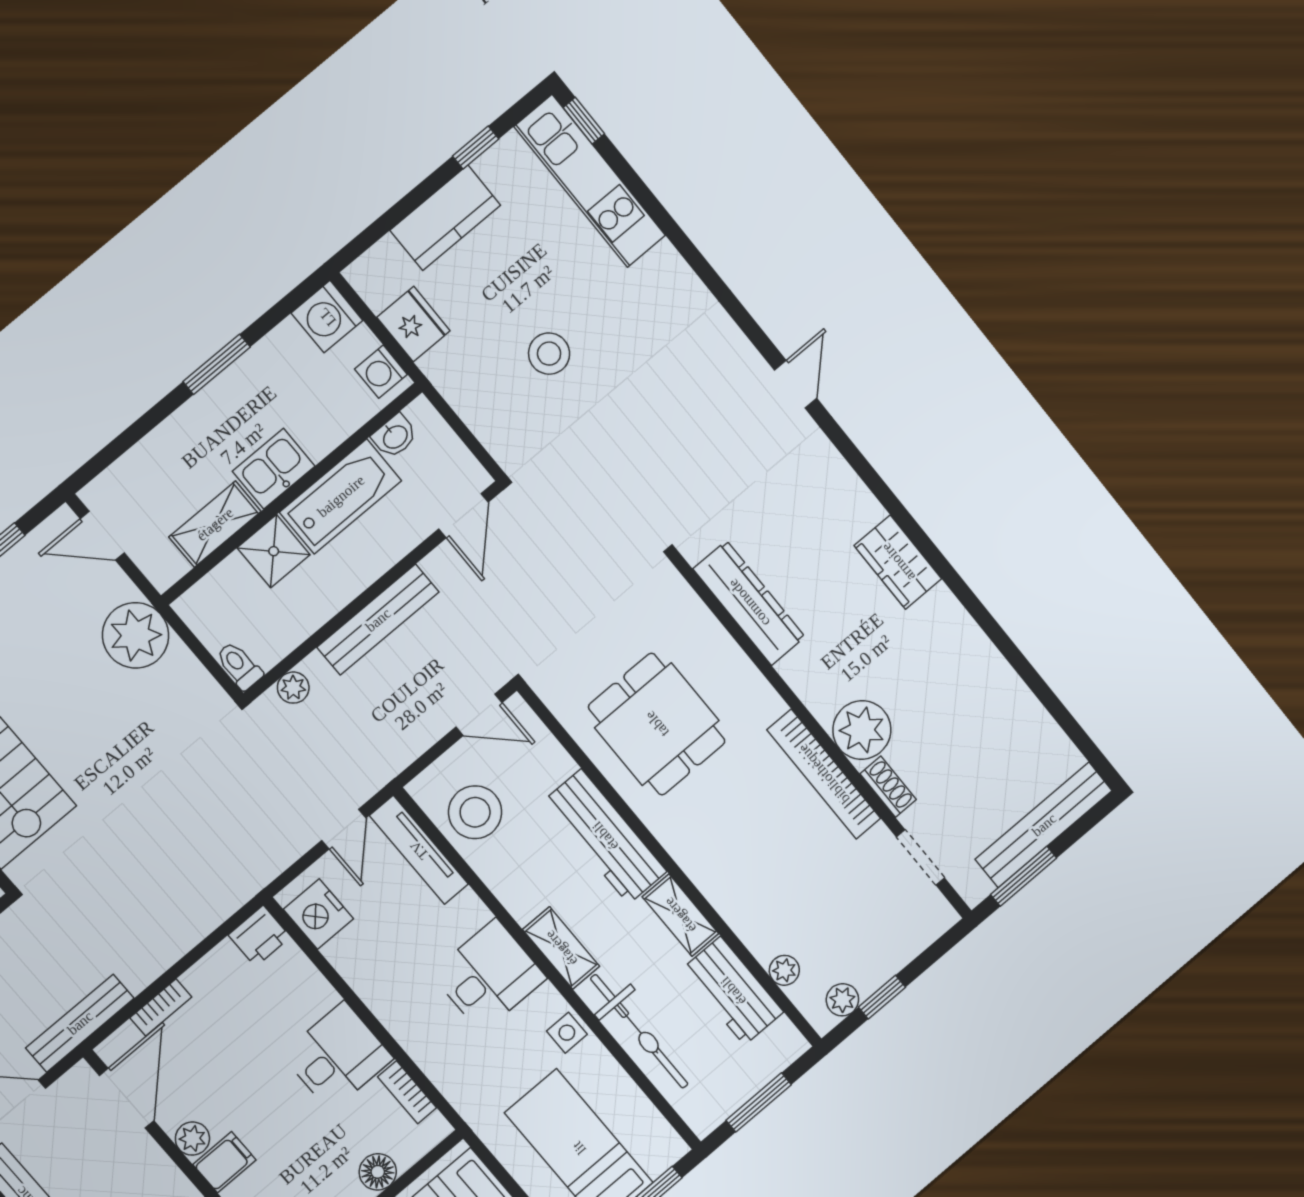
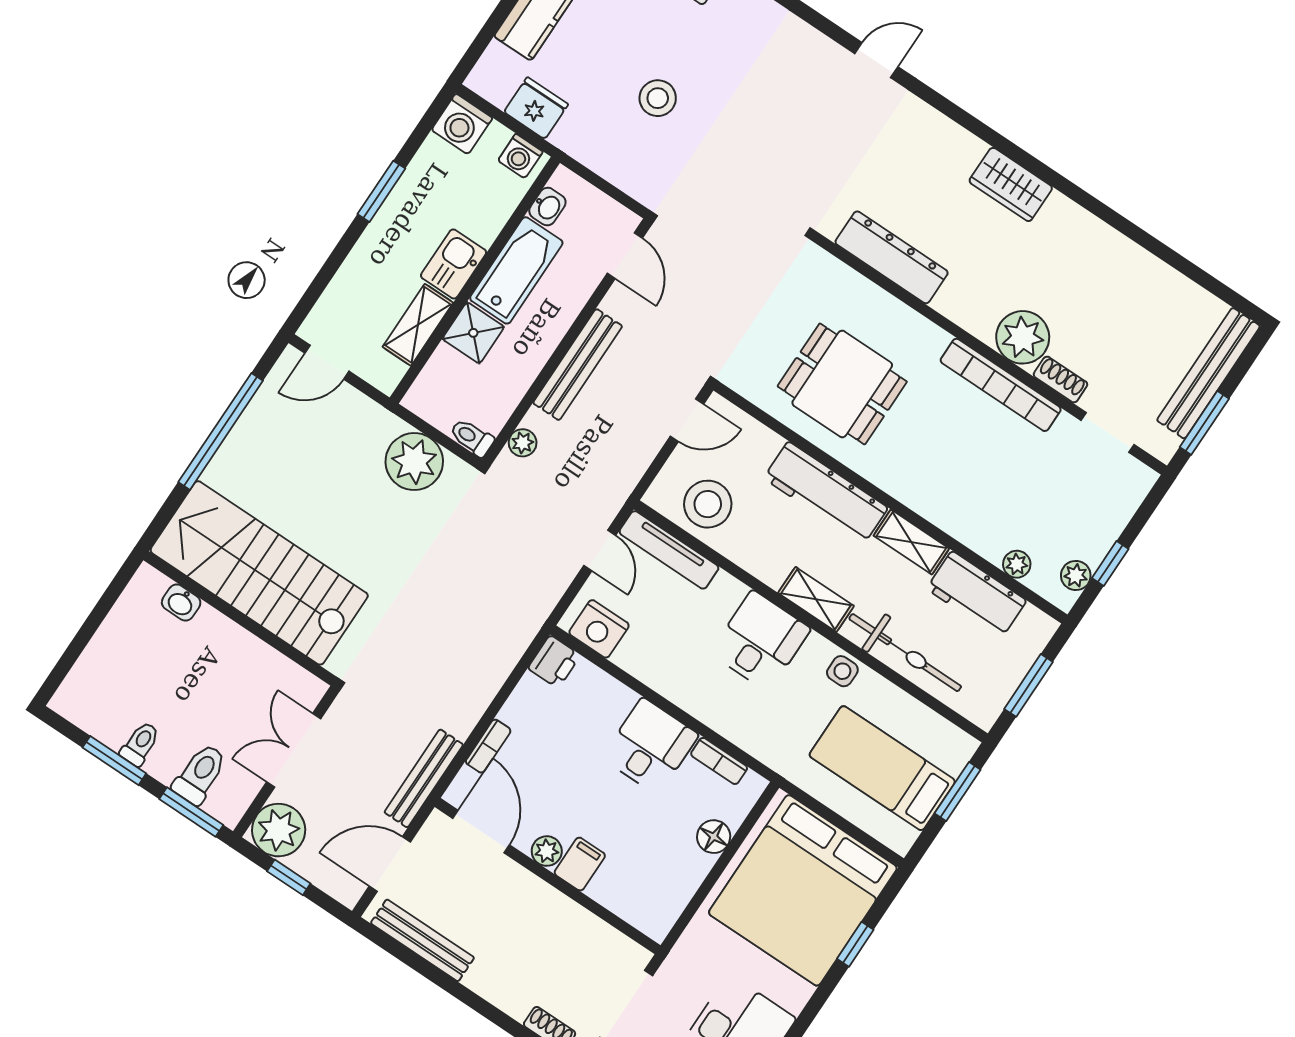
door: (796, 384) -> (876, 60), hinge flipped
plant: (136, 635) -> (414, 462), moved

